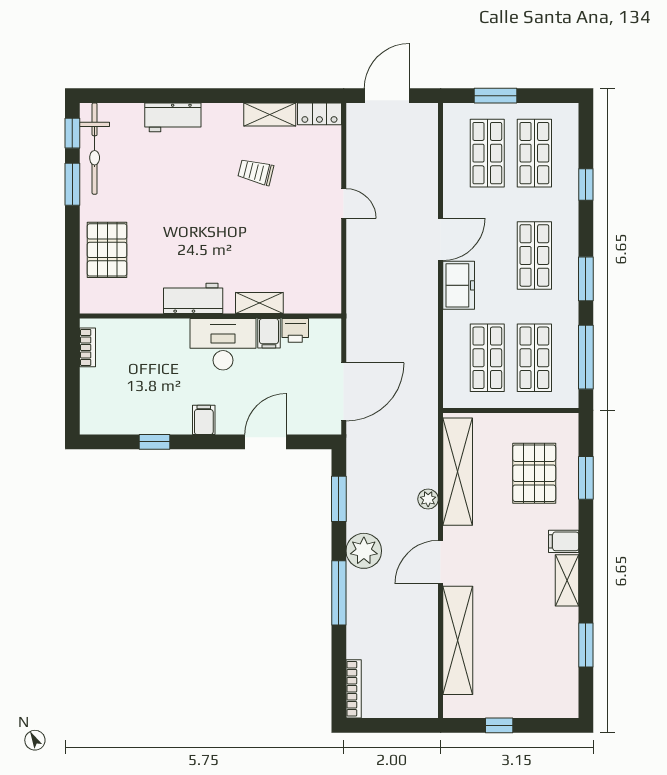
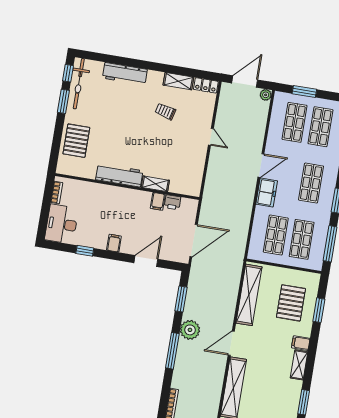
workbench: (173, 117) -> (125, 74), width x1.38
workbench: (193, 298) -> (119, 175), width x1.37
desk: (223, 344) -> (62, 224), moved, turned -90
plant: (428, 499) -> (266, 95), moved

